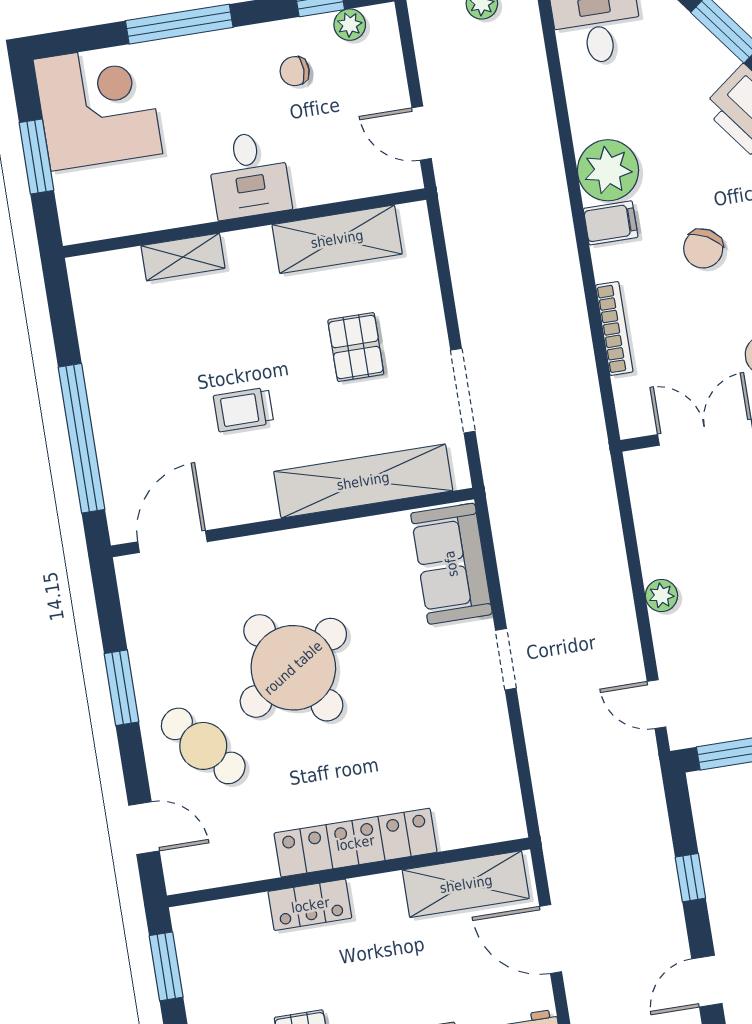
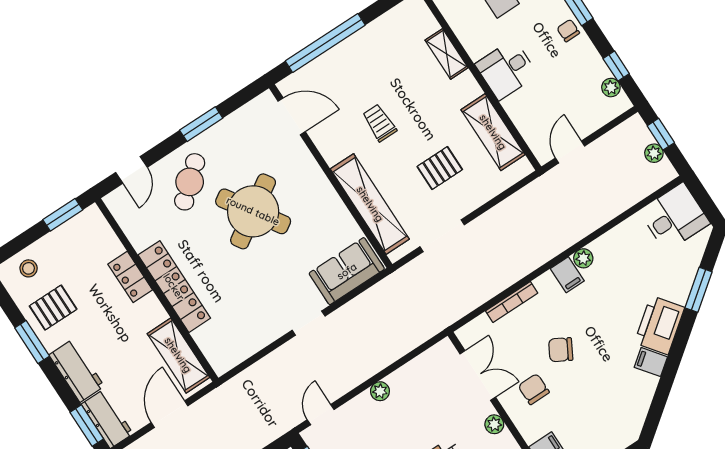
chair: (295, 71) -> (568, 31), moved
plant: (608, 170) -> (583, 258), width x0.53, depth x0.53
chair: (703, 249) -> (561, 350), moved

